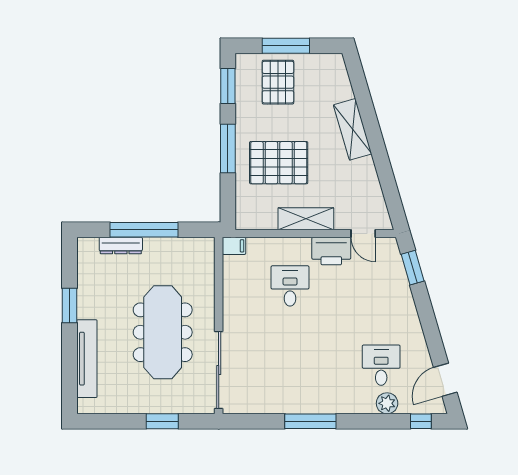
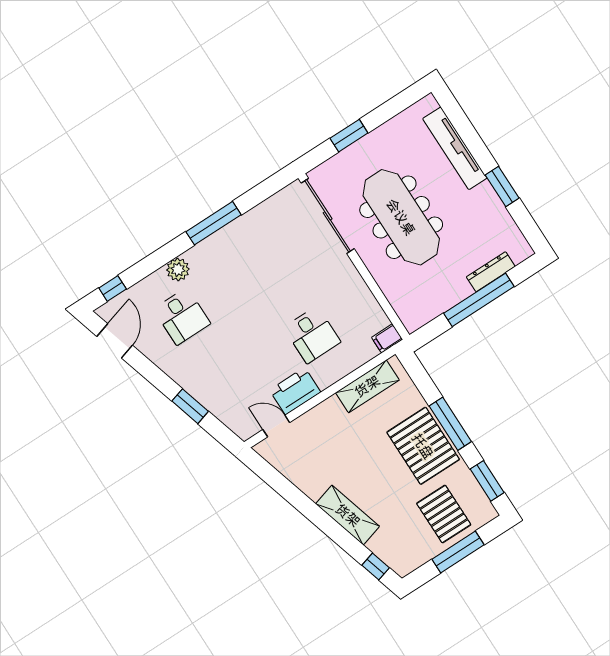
window: (357, 76) -> (376, 566), added
pallet: (279, 163) -> (423, 446), moved, turned 90
shelving: (306, 219) -> (367, 386), moved
window: (413, 268) -> (190, 406), moved
plant: (387, 403) -> (178, 270), moved

